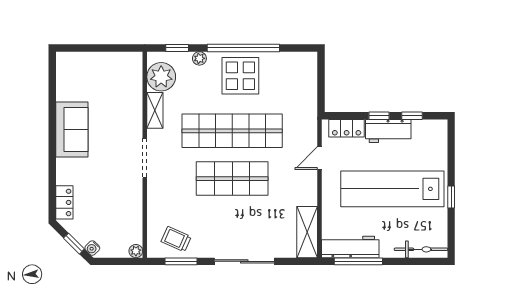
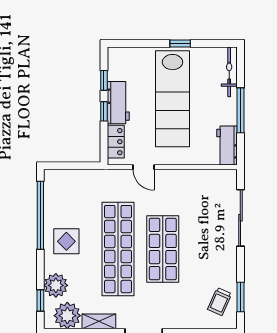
window: (243, 48) -> (40, 215), moved
plant: (199, 58) -> (56, 285), width x1.87, depth x1.87
display table: (240, 76) -> (66, 241), width x0.73, depth x0.73
shelving: (307, 232) -> (213, 179), removed
workbench: (350, 247) -> (227, 146), width x0.73
sliding door: (244, 261) -> (240, 218), moved
window: (358, 261) -> (240, 110), moved

